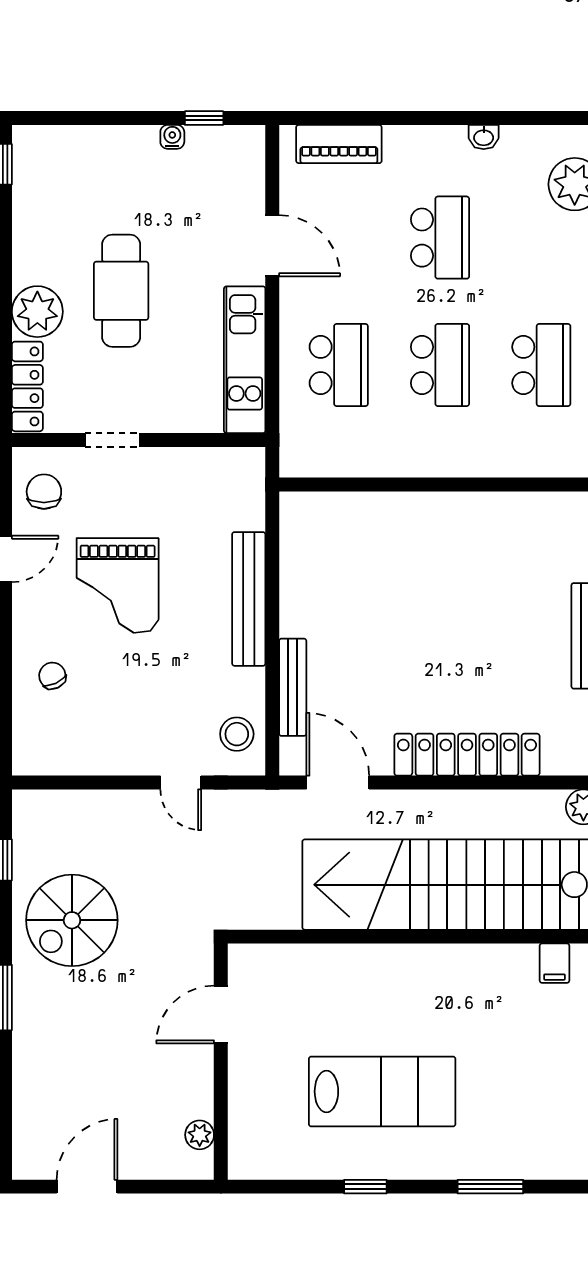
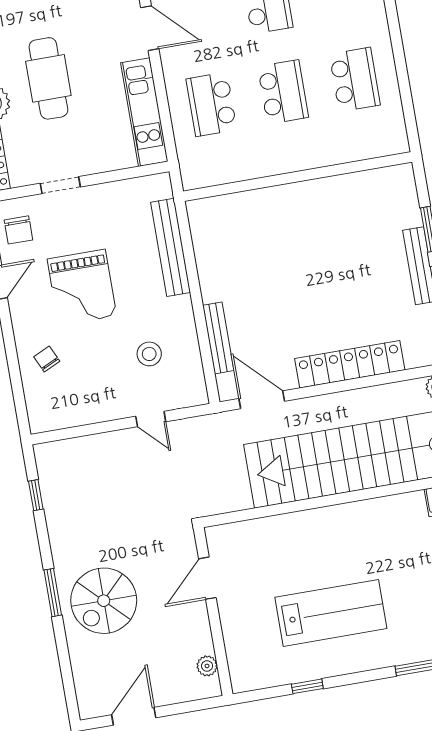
school desk: (339, 365) -> (211, 104), turned 180
chair: (44, 492) -> (18, 230), turned 180
bench: (249, 599) -> (171, 247), moved
stool: (237, 734) -> (149, 354), moved
spiral stairs: (72, 920) -> (104, 601), moved
window: (365, 1187) -> (307, 686), moved

